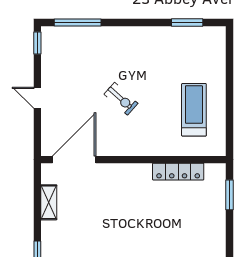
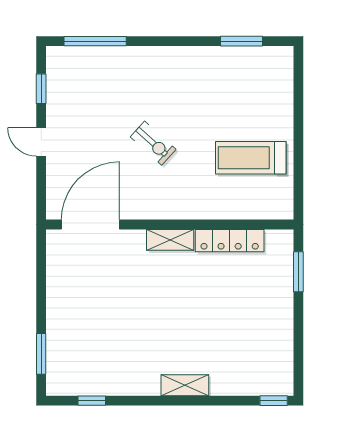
window: (37, 43) -> (41, 89), moved
treadmill: (194, 110) -> (251, 158), turned -90
shelving: (49, 202) -> (170, 240), moved, turned 90

